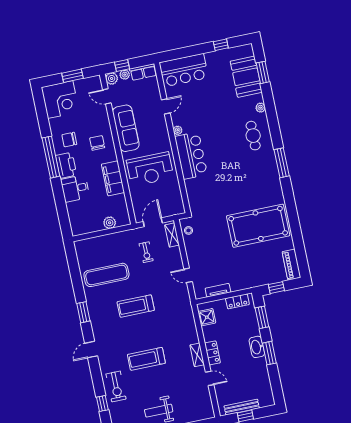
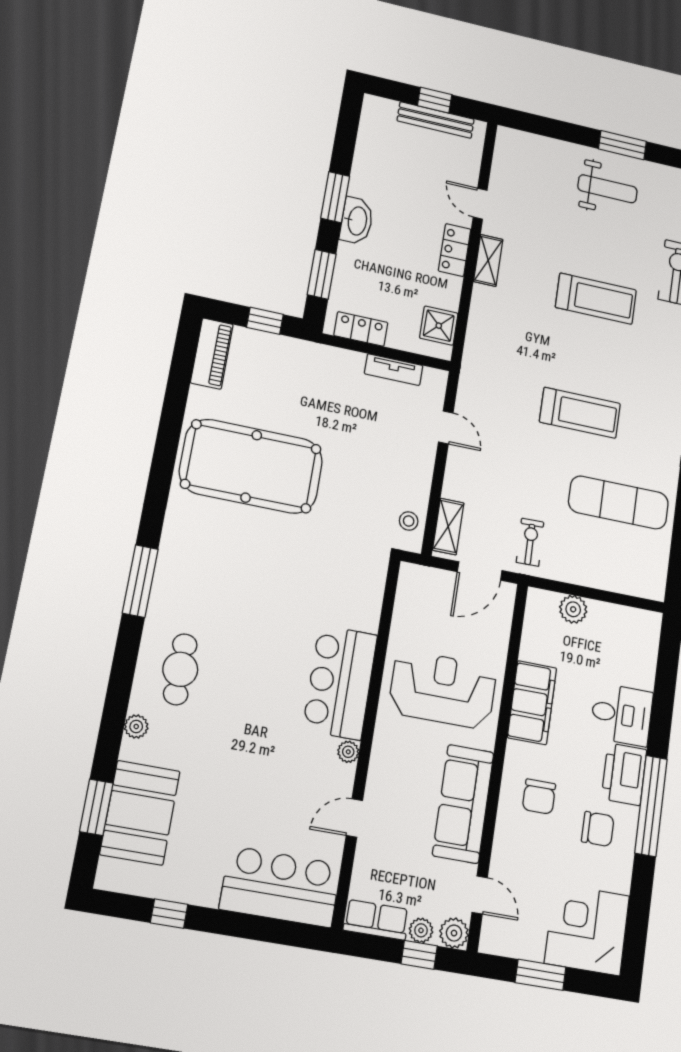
exercise bike: (146, 252) -> (530, 542), moved

